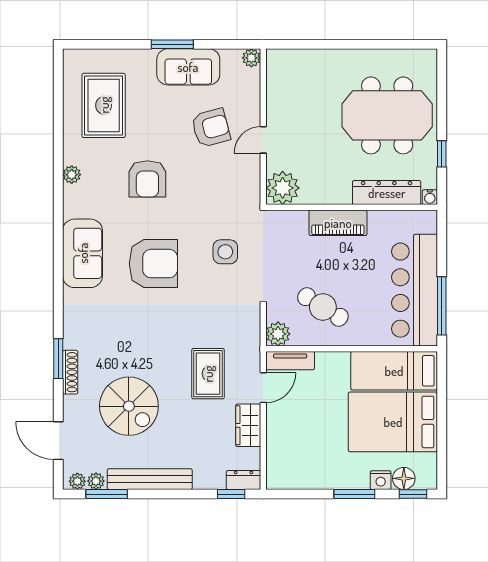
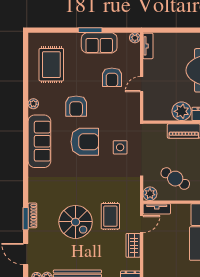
tv unit: (275, 72) -> (148, 46), added
armchair: (211, 128) -> (112, 77), turned 105
plant: (283, 188) -> (182, 111), moved
sofa: (83, 253) -> (39, 141), width x1.36
armchair: (153, 264) -> (85, 142), moved
window: (58, 359) -> (26, 219), moved
spiral stairs: (129, 406) -> (76, 222), moved

